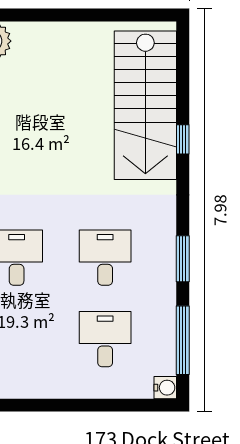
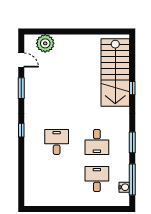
desk: (105, 258) -> (97, 142), turned 180
water cooler: (165, 388) -> (124, 187), moved

